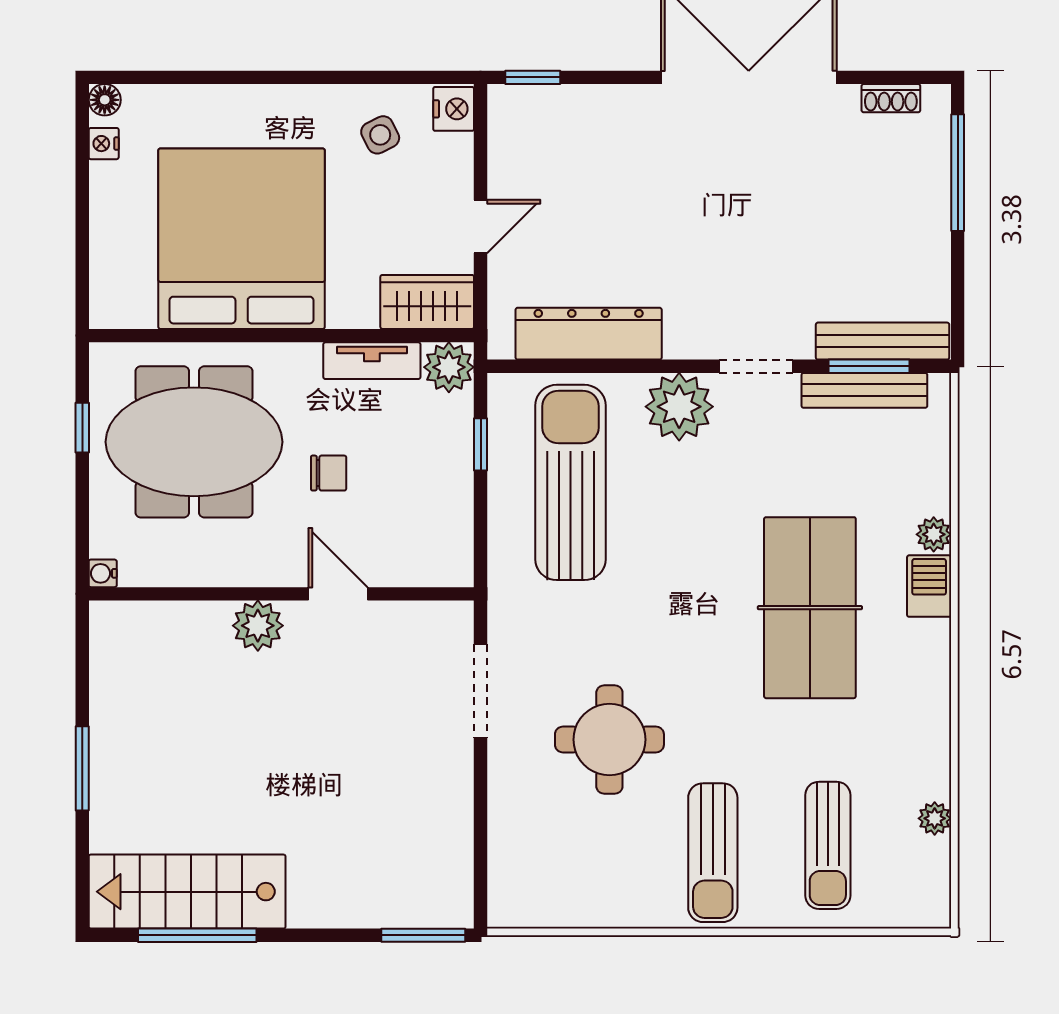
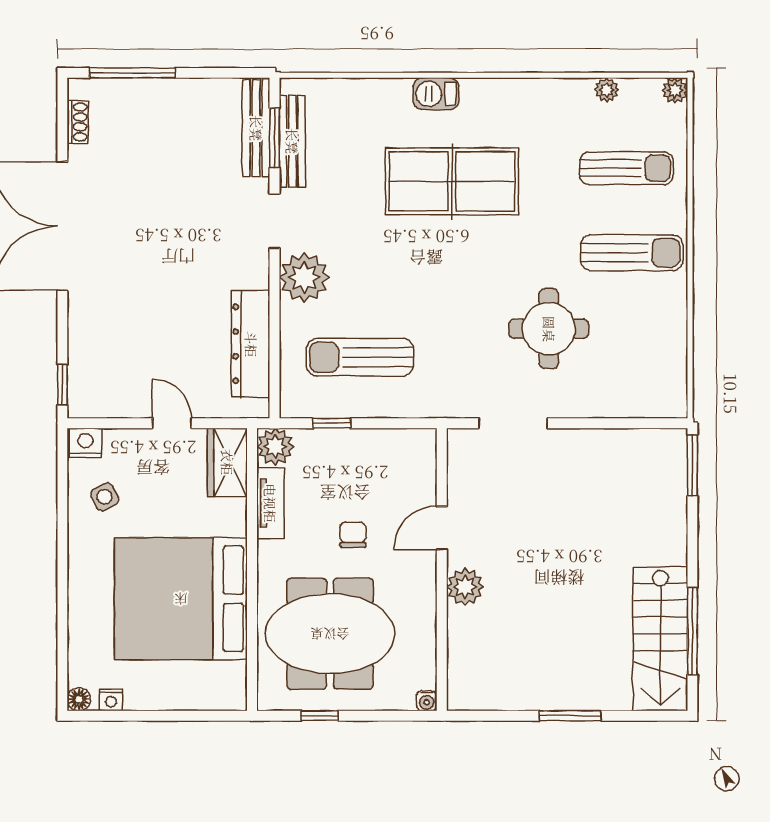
meeting table: (194, 442) -> (330, 634), turned 90
sun lounger: (570, 482) -> (360, 357), width x0.73, depth x0.75
plant: (934, 534) -> (675, 90), moved

